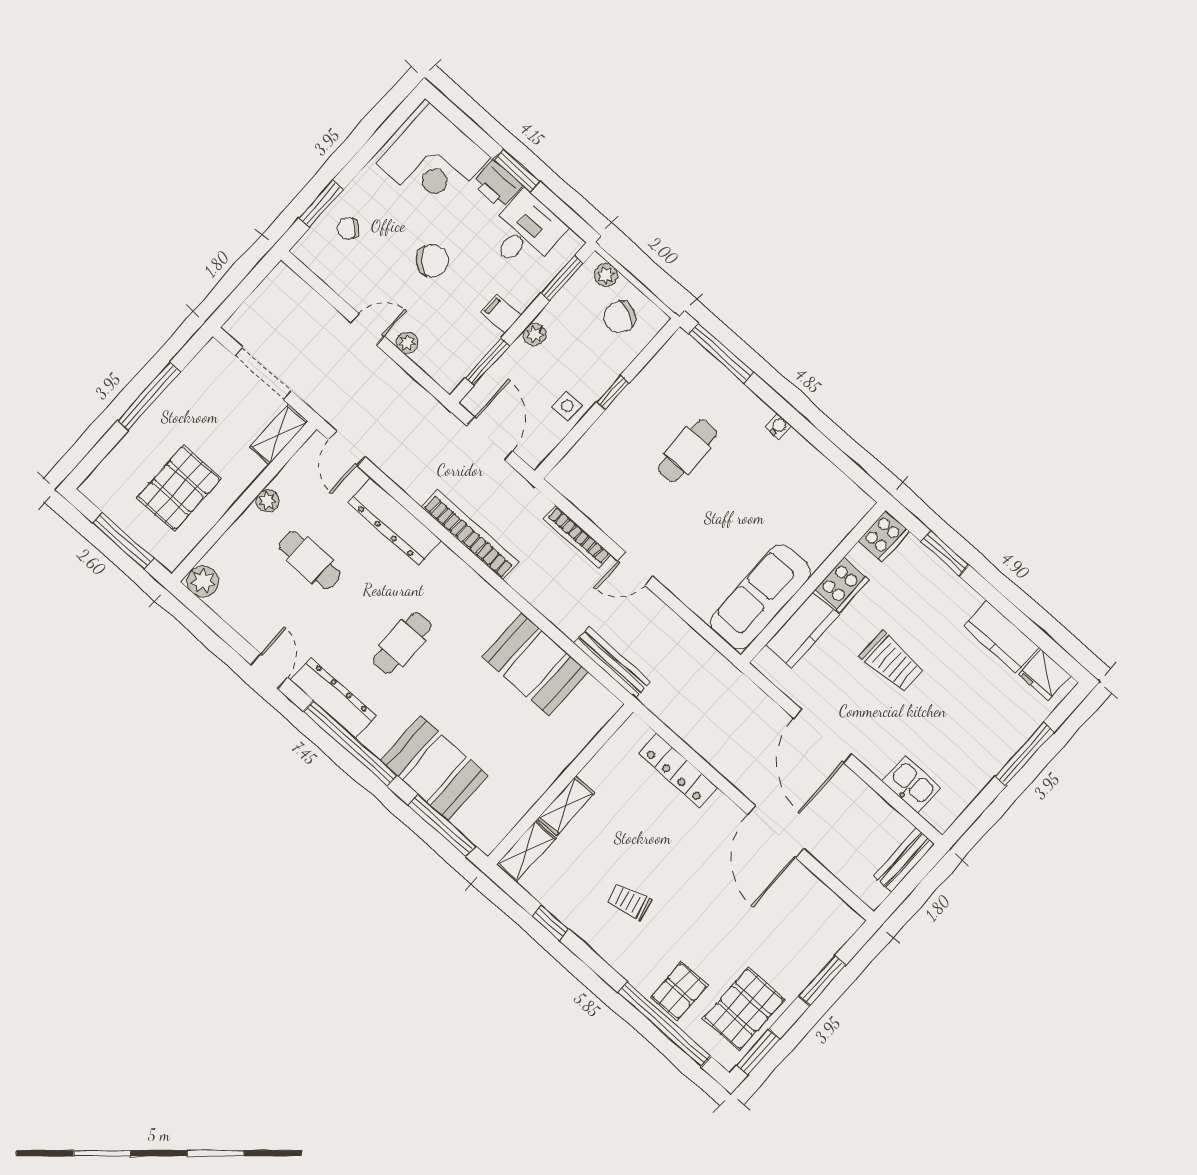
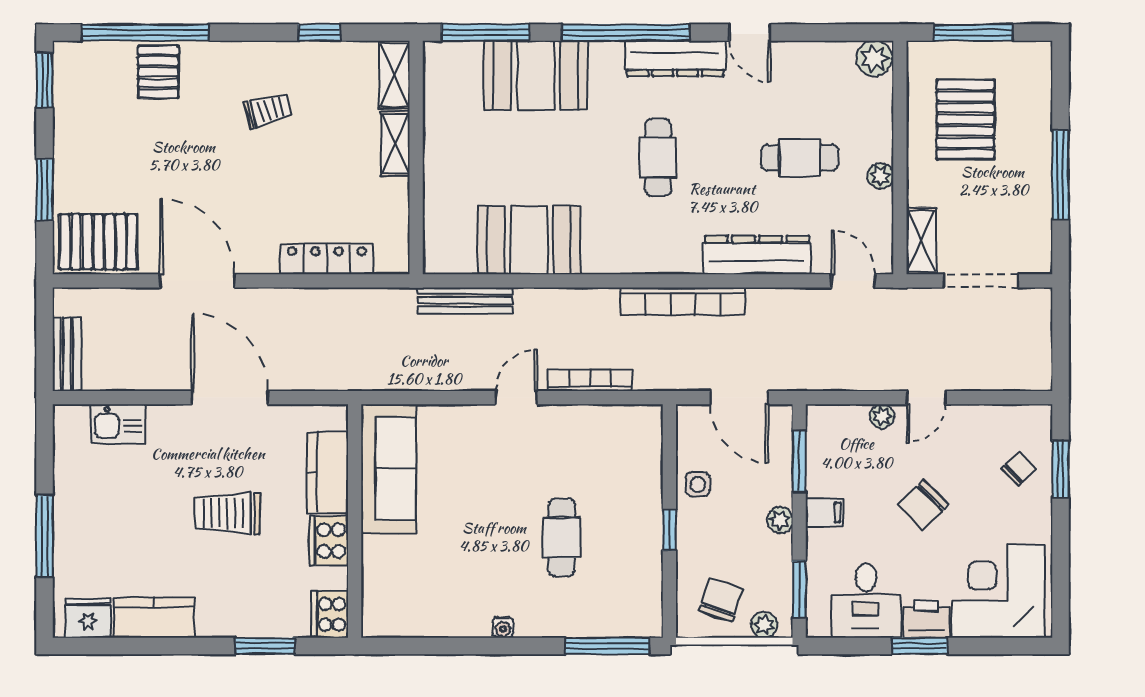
pallet: (744, 1009) -> (98, 242), moved, turned 90

